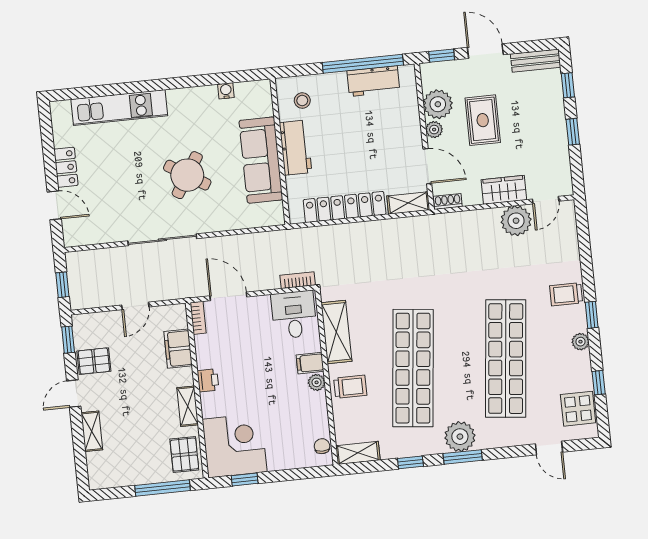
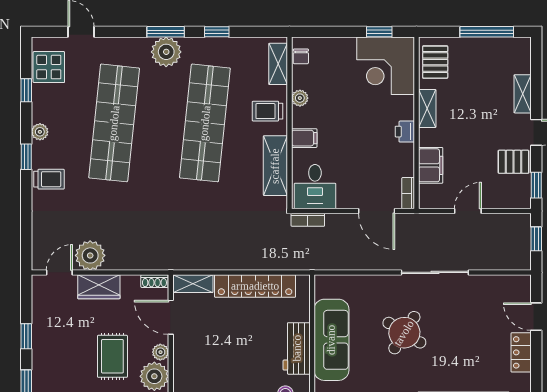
plant: (317, 382) -> (300, 98), moved
shelving: (358, 453) -> (278, 64), moved, turned 90
window: (162, 488) -> (487, 32), moved

